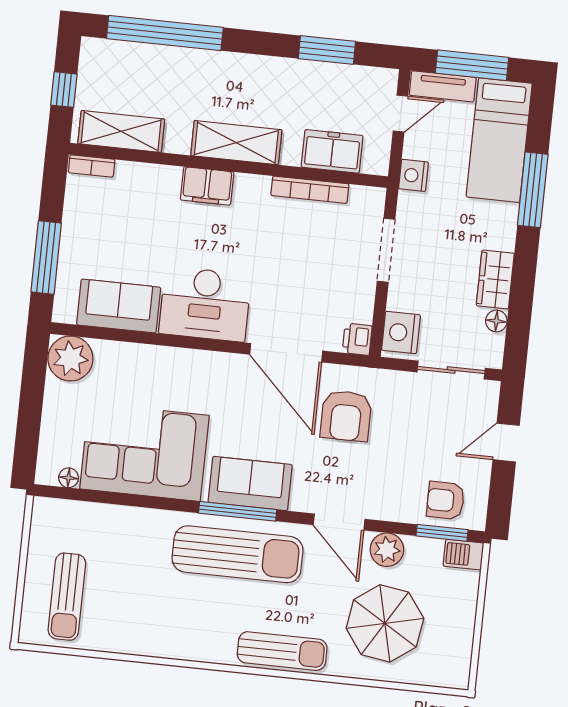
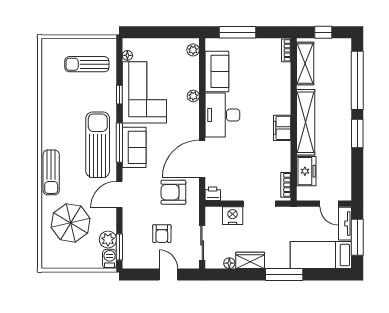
window: (327, 50) -> (357, 133), moved
shelving: (236, 143) -> (306, 122), width x1.47
nightstand: (413, 175) -> (298, 214), removed
filing cabinet: (207, 186) -> (282, 128), moved
bookcase: (310, 190) -> (286, 185), moved, width x0.64
window: (533, 190) -> (284, 275), moved
nightstand: (401, 333) -> (233, 216), moved
plant: (162, 357) -> (193, 96), added
plant: (70, 359) -> (193, 50), width x0.53, depth x0.53
armchair: (445, 500) -> (162, 234), moved, turned 180
window: (144, 501) -> (119, 95), added
plant: (387, 550) -> (108, 240), moved
sun lounger: (238, 554) -> (98, 145), turned 180
sun lounger: (67, 597) -> (87, 64), moved

